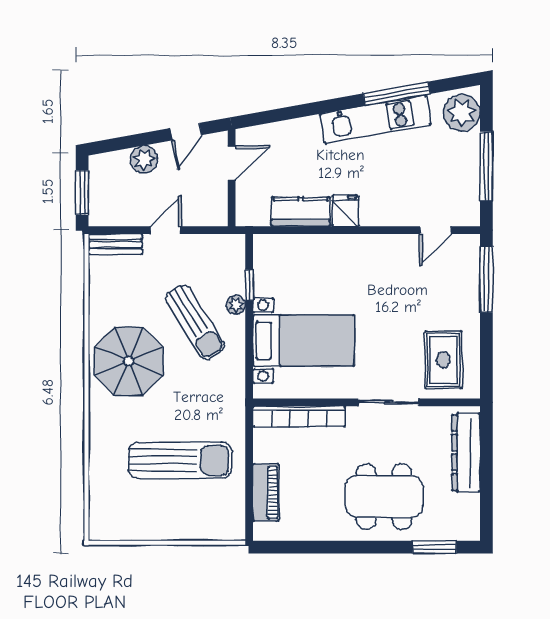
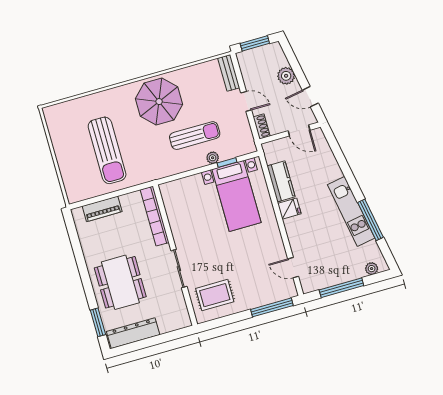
plant: (462, 113) -> (372, 269), width x0.53, depth x0.53
shoe rack: (210, 218) -> (262, 126), added
sun lounger: (195, 322) -> (195, 136), turned -148
bed with nightstands: (304, 341) -> (236, 196), moved
dresser: (466, 453) -> (133, 333), moved

